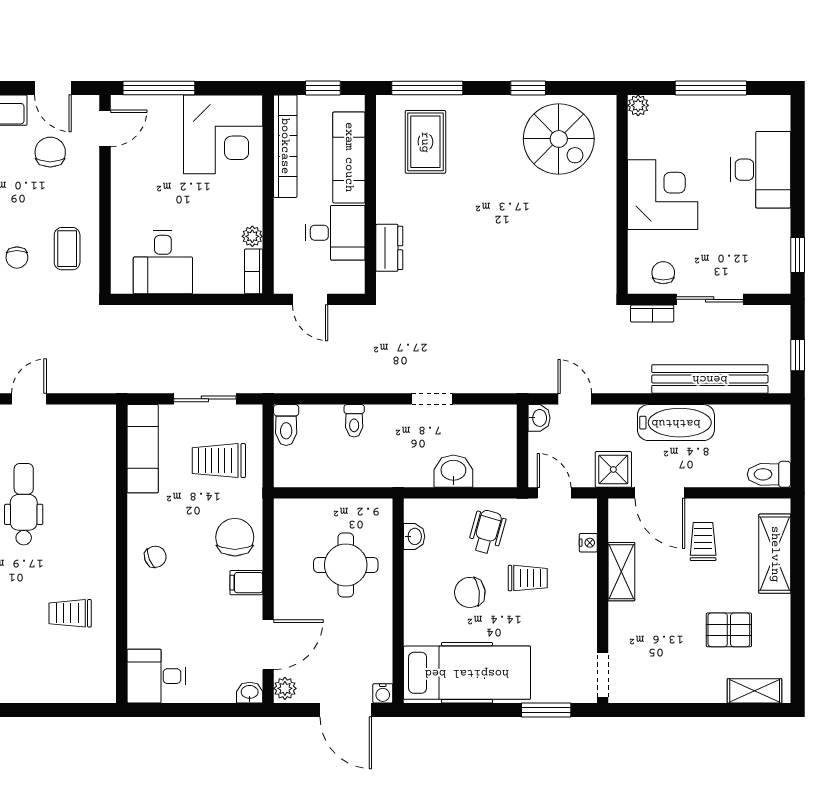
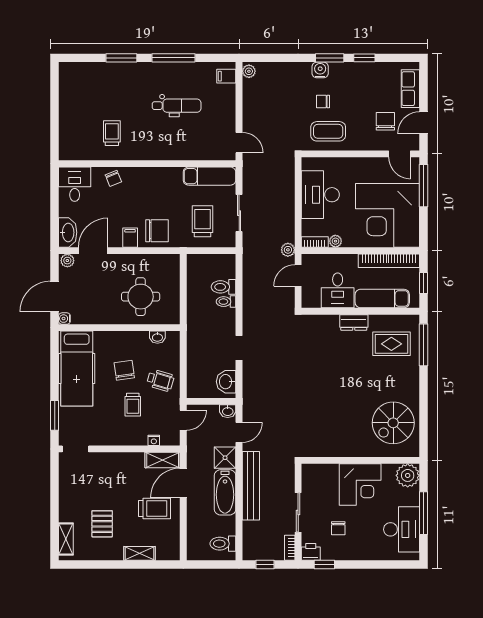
window: (528, 88) -> (423, 405), removed
plant: (638, 105) -> (408, 475), width x1.87, depth x1.87
corner desk: (223, 134) -> (387, 215), width x1.36, depth x1.36
chair: (50, 152) -> (385, 121), turned -90
desk: (761, 170) -> (402, 529), moved, turned -90
dresser: (389, 248) -> (354, 322), moved
coffee table: (67, 249) -> (328, 131), width x1.36, depth x1.30
desk: (163, 262) -> (320, 195), width x1.37
chair: (663, 273) -> (338, 528), moved, turned 90
printer: (776, 278) -> (311, 552), added
bookcase: (652, 314) -> (290, 548), moved
plant: (267, 317) -> (288, 250), added
bench: (710, 379) -> (251, 486), moved
door: (29, 399) -> (239, 143), moved
toilet: (286, 425) -> (224, 287), moved
shower: (613, 469) -> (225, 458), moved
washbasin: (453, 471) -> (226, 382), moved, turned 180
toilet: (769, 474) -> (223, 544), moved, turned -90
trolley: (703, 542) -> (154, 508), width x1.36, depth x1.39
shelving: (775, 554) -> (139, 553), width x0.67, depth x0.75
chair: (155, 557) -> (113, 178), moved
shelving: (621, 572) -> (163, 460), moved
door: (268, 645) -> (93, 251), swing flipped
washbasin: (250, 693) -> (68, 232), width x1.91, depth x1.45

